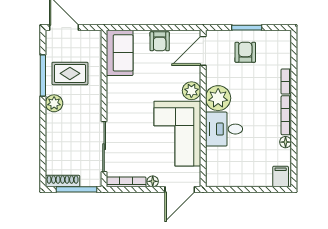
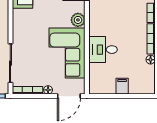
plant: (218, 98) -> (98, 26), removed
filing cabinet: (281, 177) -> (122, 86), moved

